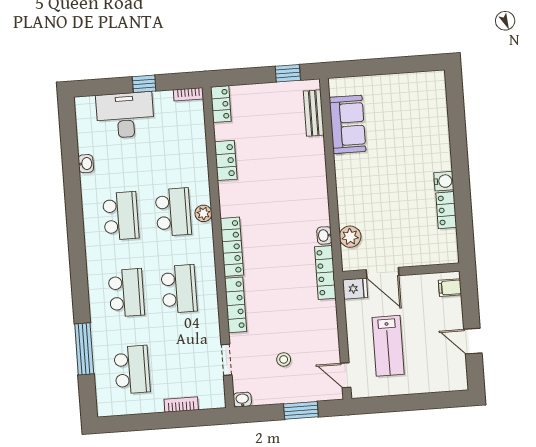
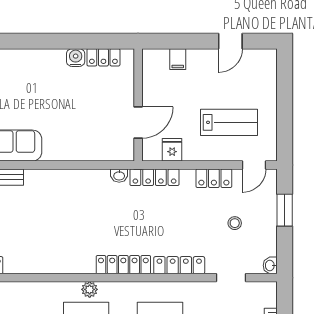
locker: (226, 160) -> (214, 178), moved, turned 180
plant: (350, 237) -> (122, 151), removed
wall: (401, 271) -> (138, 105), moved
door: (383, 273) -> (138, 123), moved

